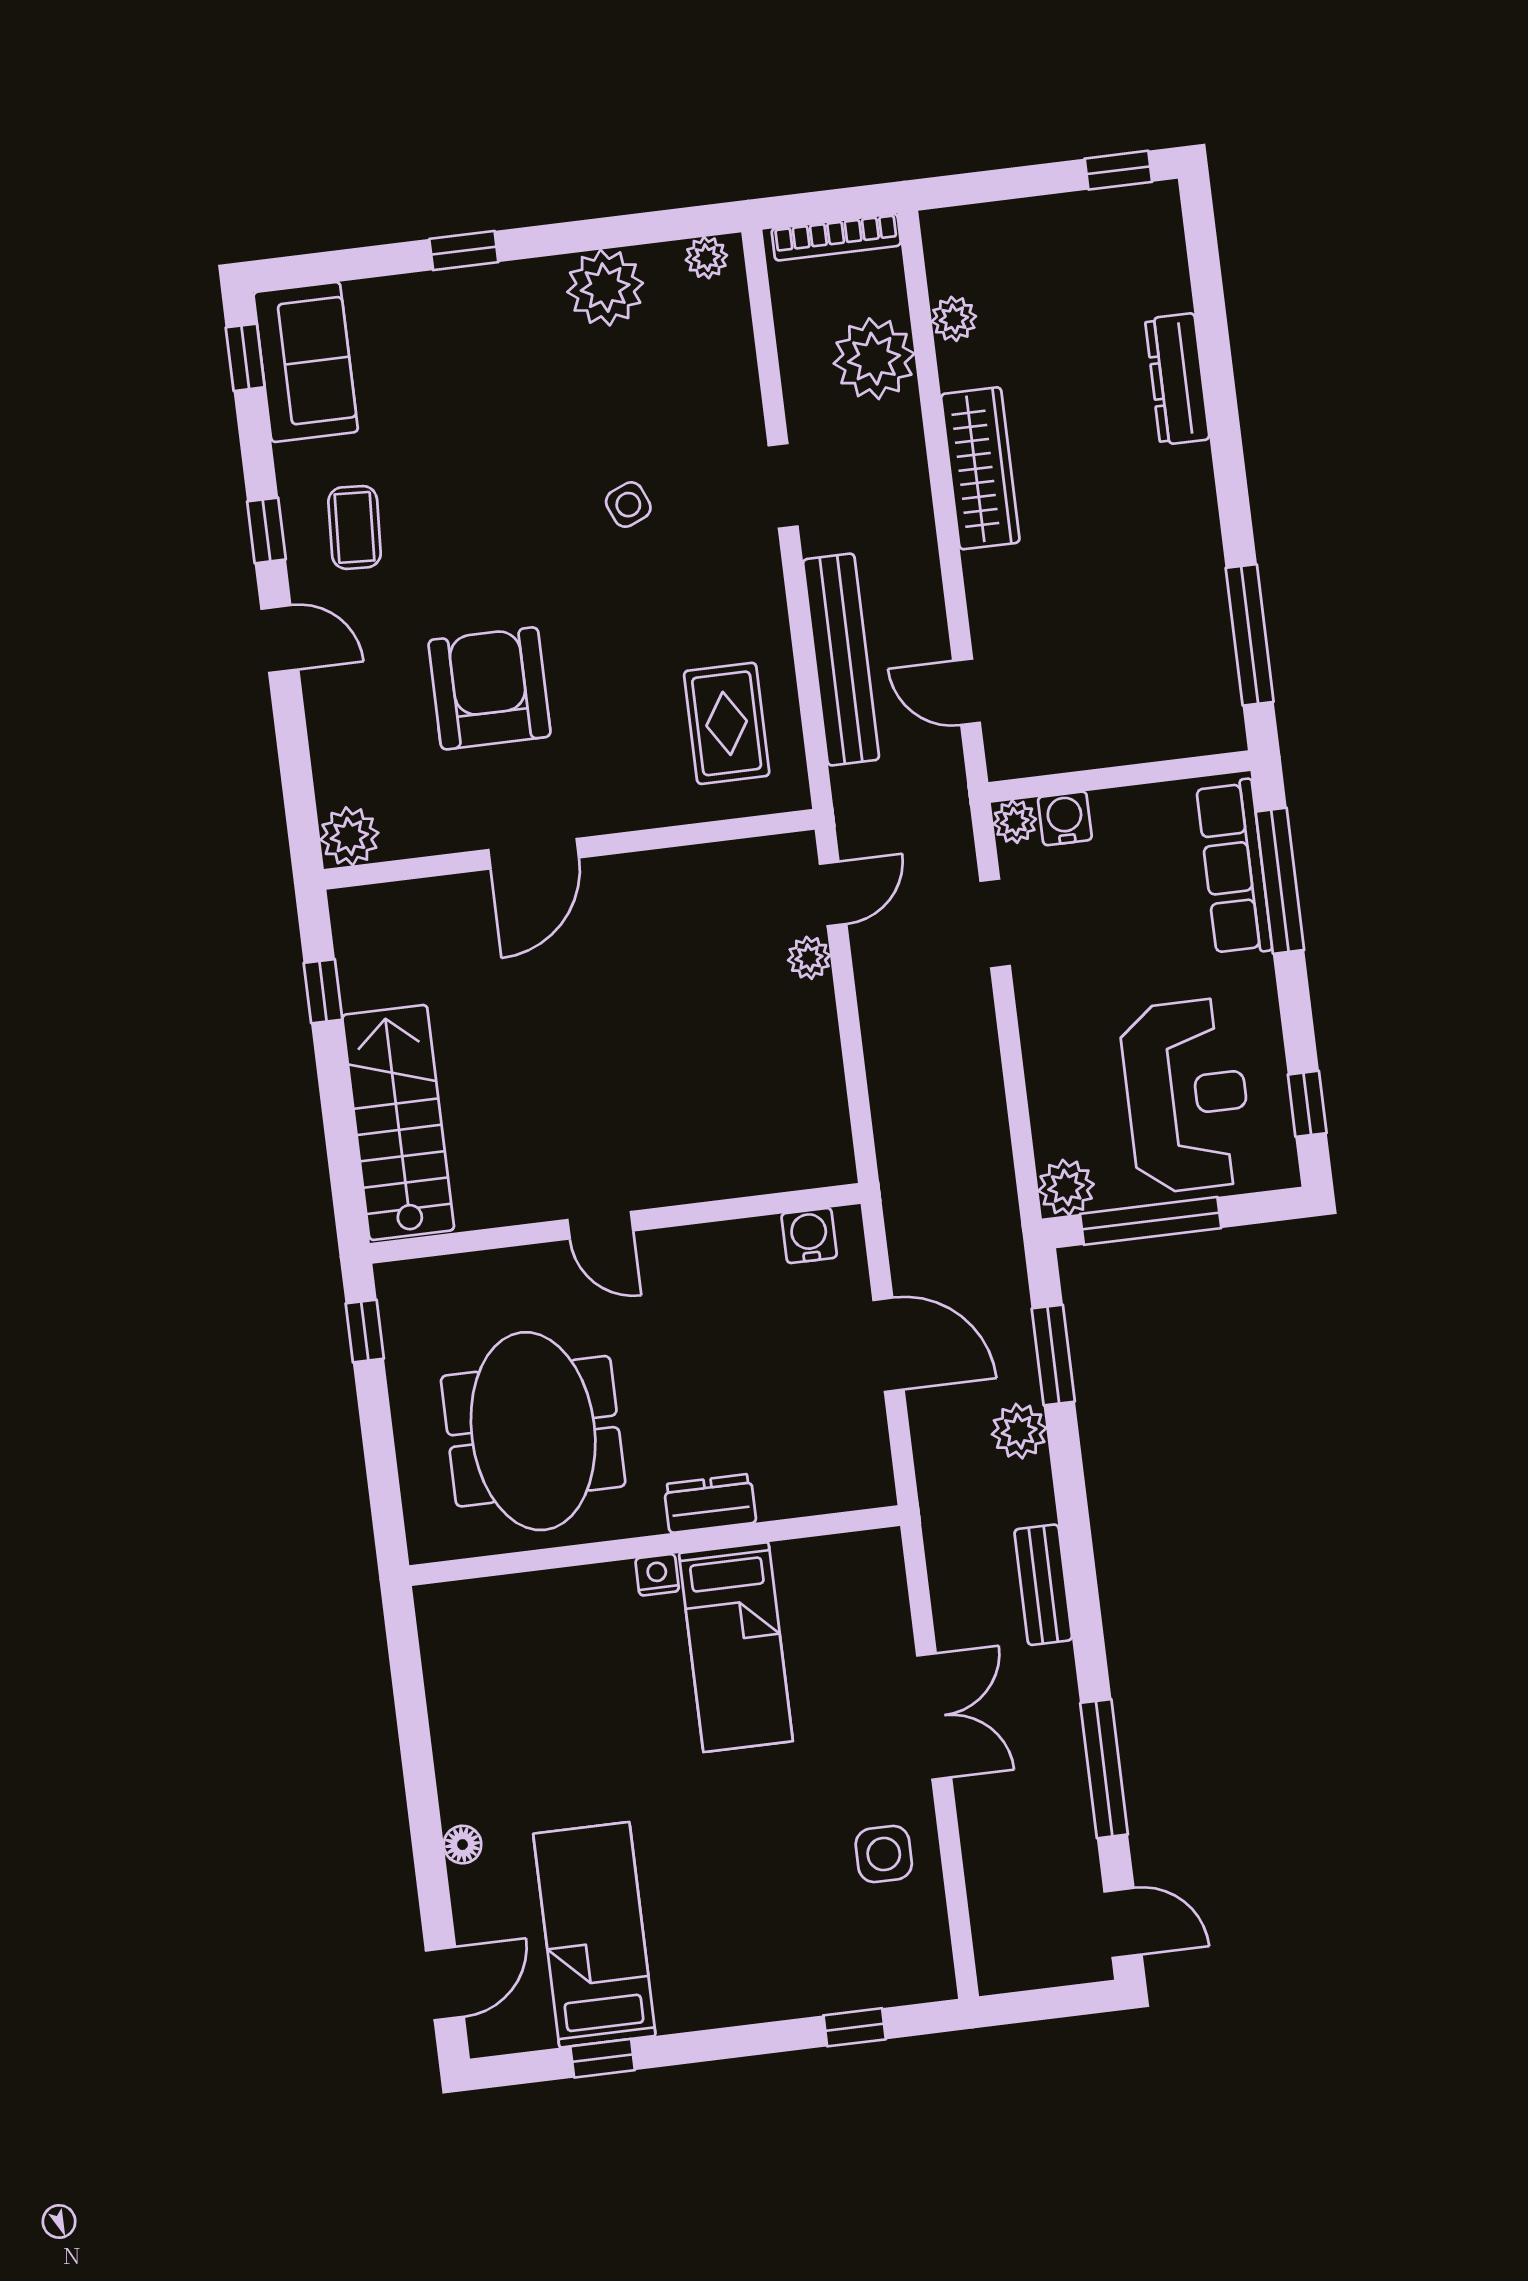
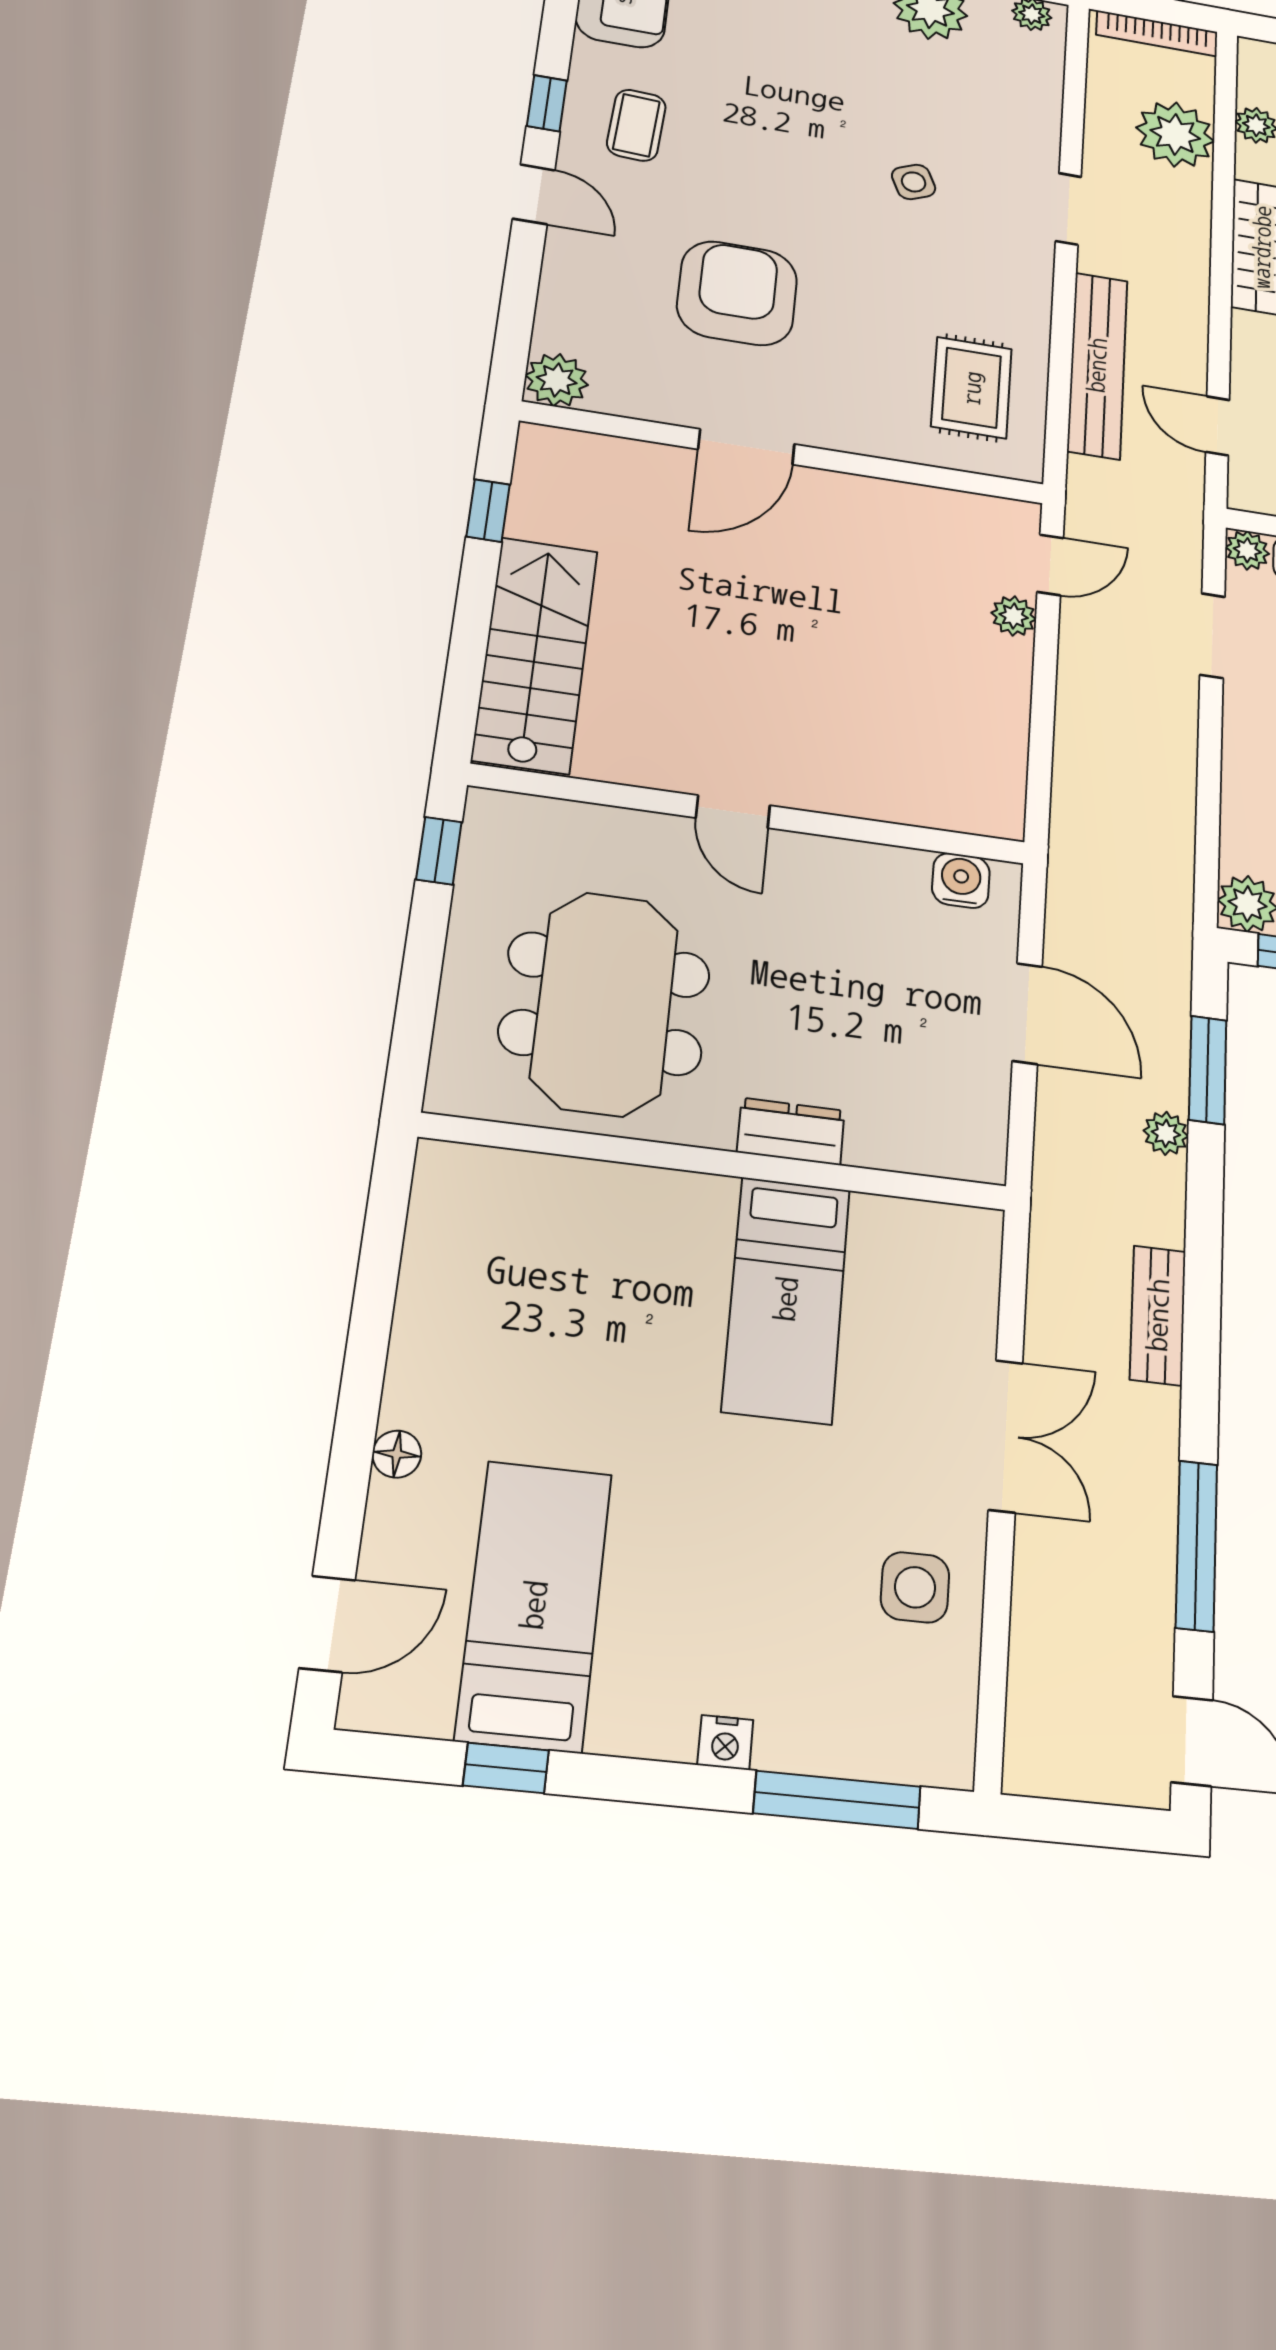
plant: (1019, 1431) -> (1166, 1133), width x0.73, depth x0.73
nightstand: (657, 1575) -> (725, 1742), moved, turned 180
window: (855, 2027) -> (837, 1800), width x2.17

